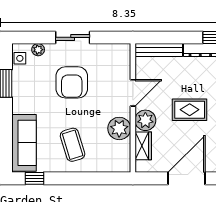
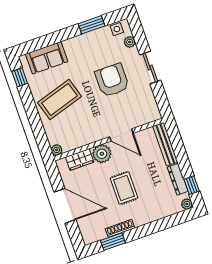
armchair: (72, 82) -> (112, 80), turned 90
plant: (119, 128) -> (57, 150), moved, width x0.53, depth x0.53
sofa: (24, 143) -> (47, 58), width x0.73
coffee table: (73, 145) -> (59, 99), width x1.36, depth x1.32

